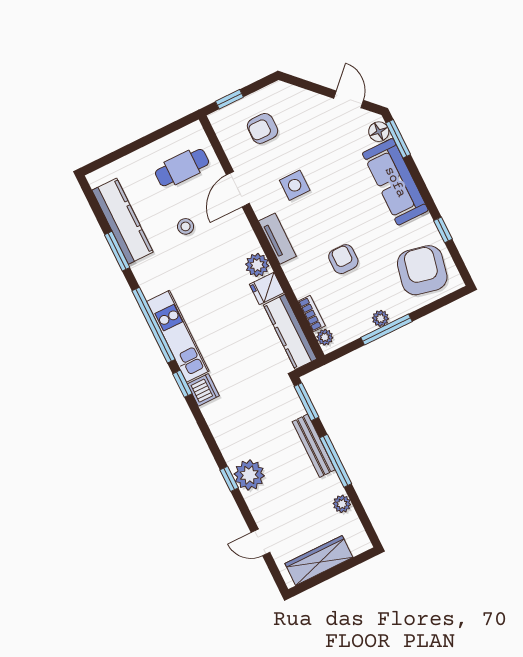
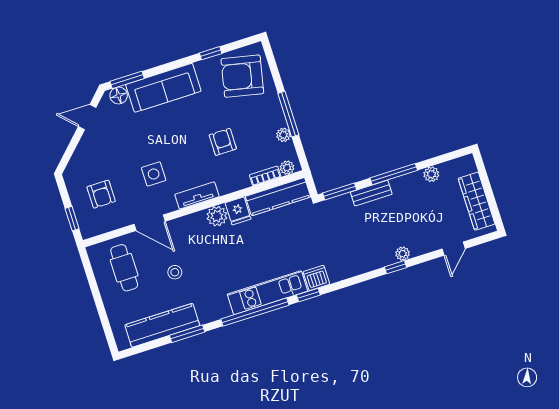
armchair: (343, 259) -> (223, 142), turned 90
plant: (380, 318) -> (283, 135), moved
bench: (314, 446) -> (371, 193), width x0.73
plant: (249, 475) -> (403, 254), width x0.53, depth x0.53

